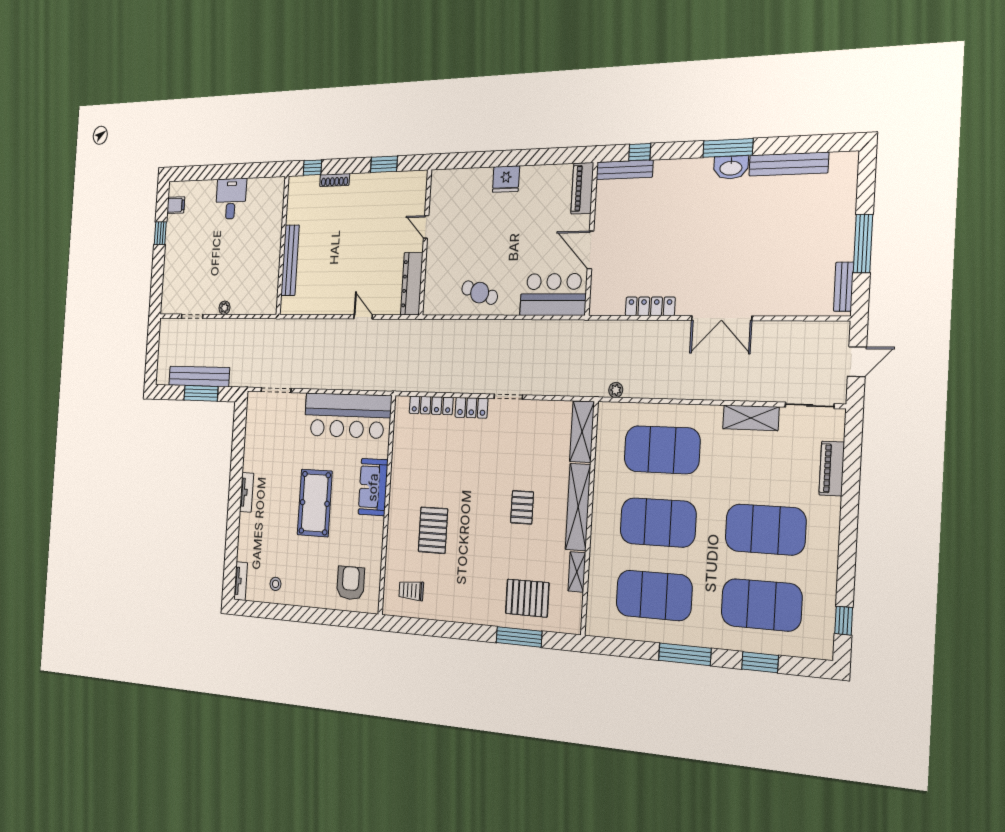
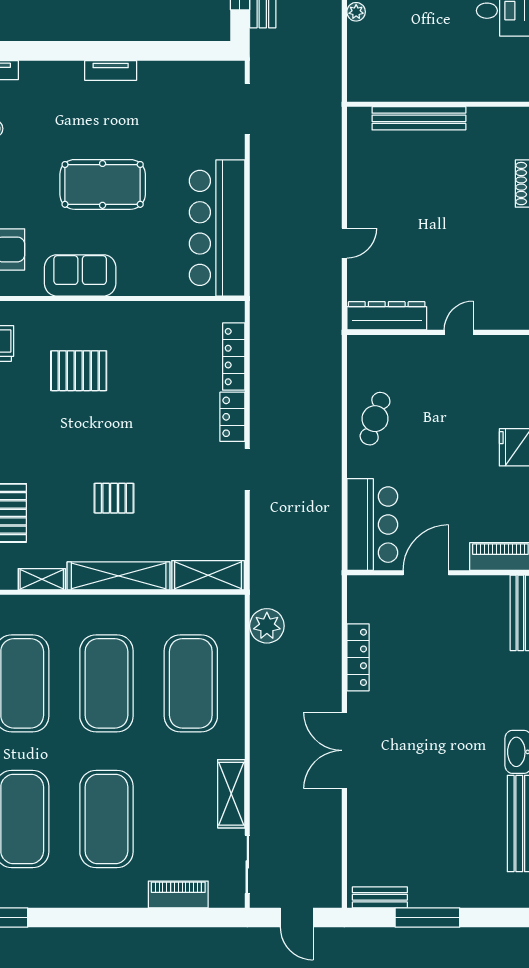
plant: (616, 390) -> (267, 626), width x1.88, depth x1.88
sofa: (373, 487) -> (80, 275), moved

